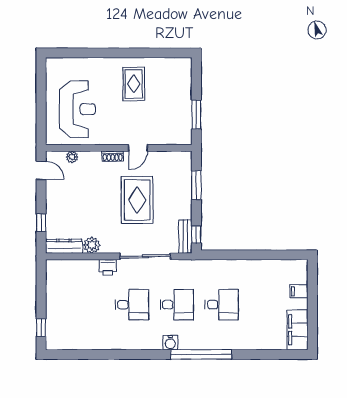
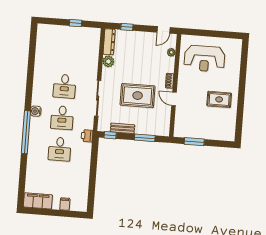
bench: (185, 237) -> (123, 128), moved
printer: (108, 267) -> (87, 136), moved
window: (41, 328) -> (76, 23), moved

